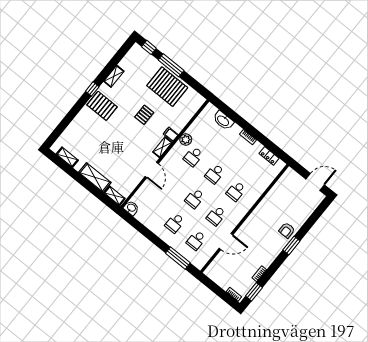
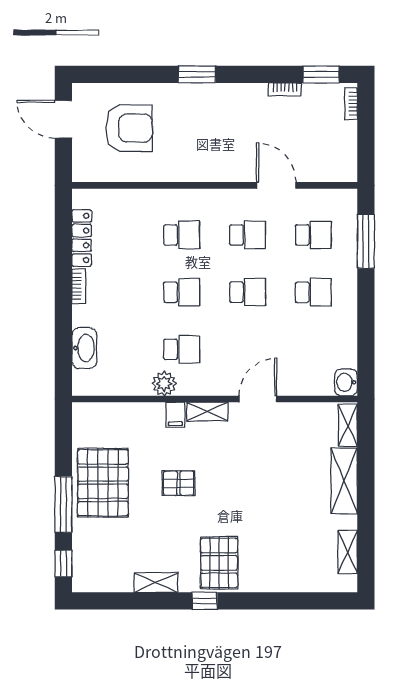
locker: (269, 156) -> (82, 238), width x1.53
armchair: (287, 230) -> (129, 128), moved, width x1.88, depth x1.88

